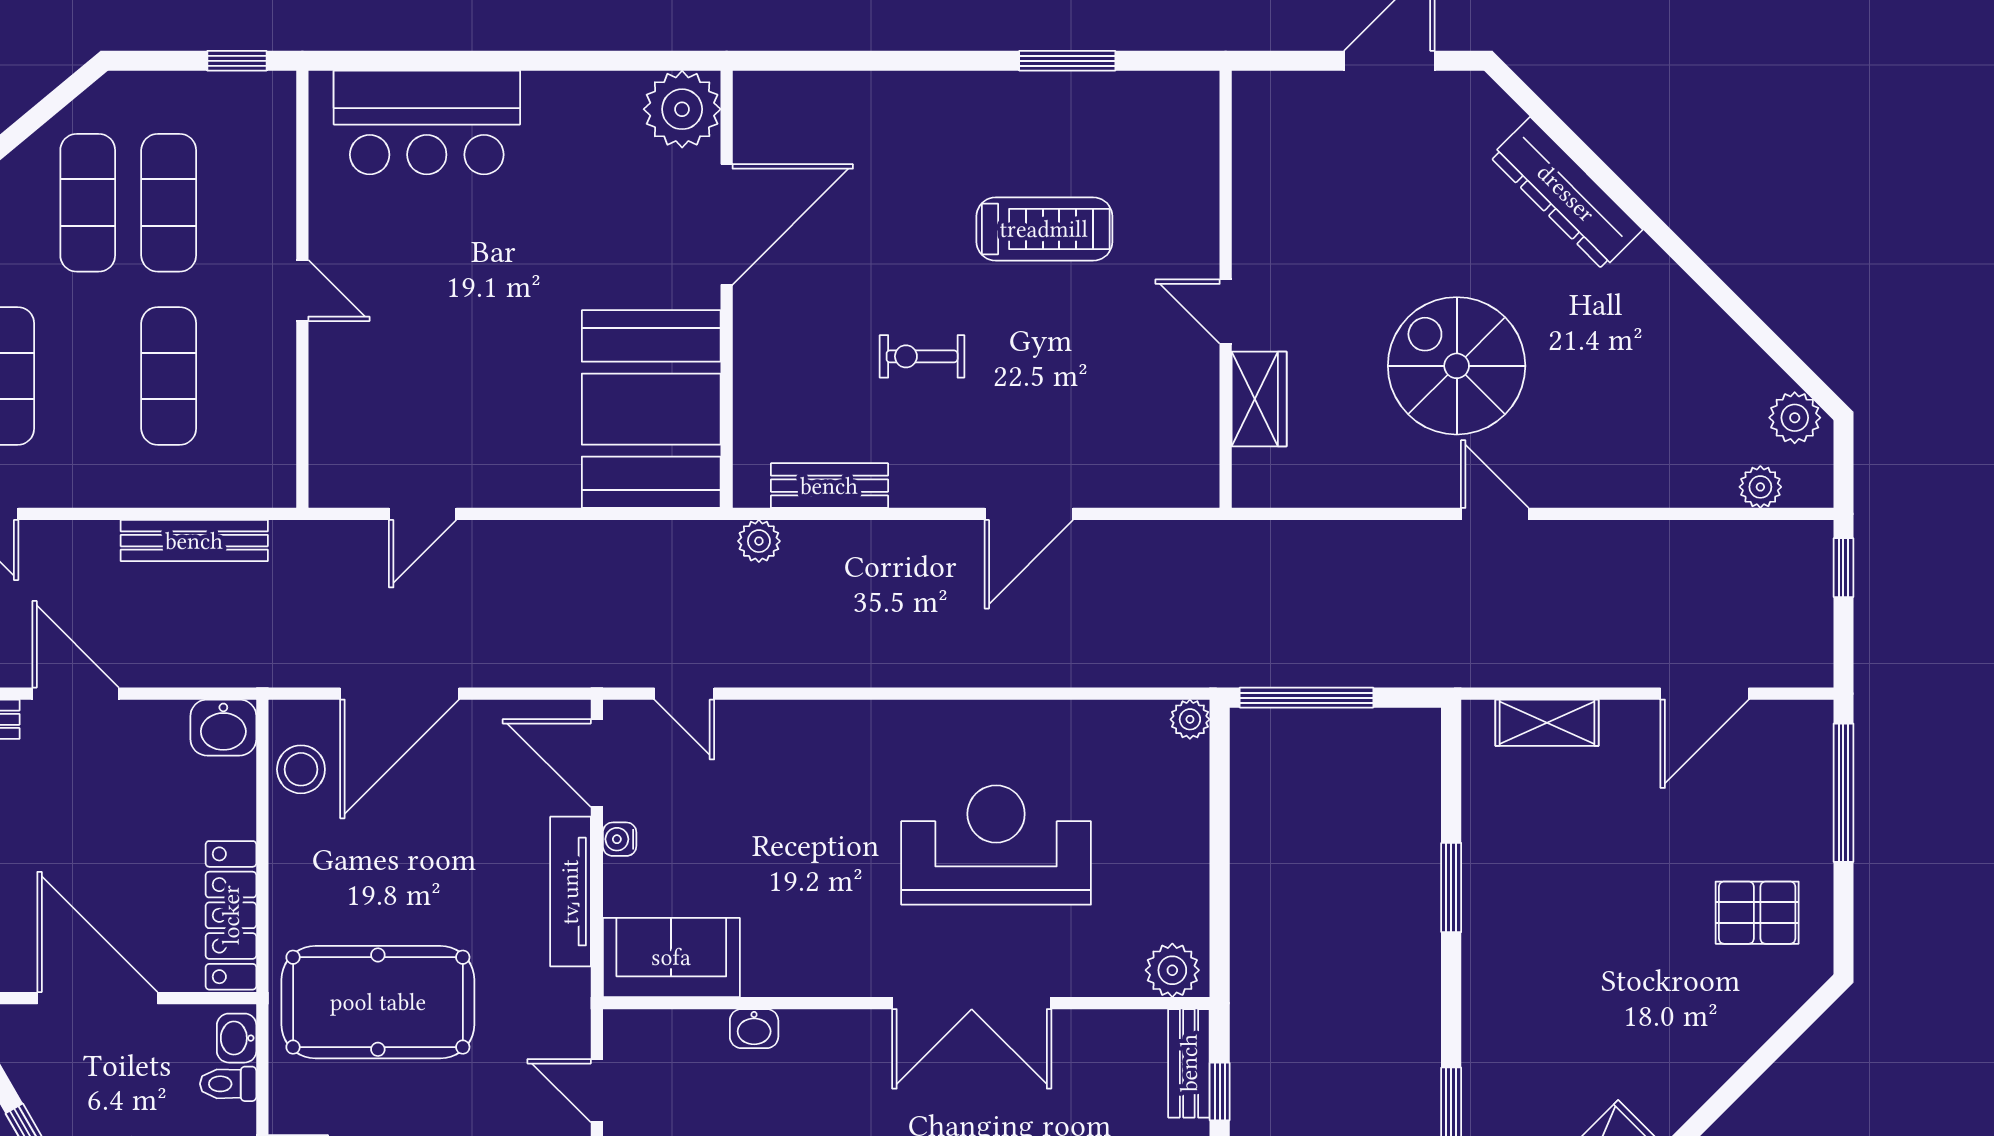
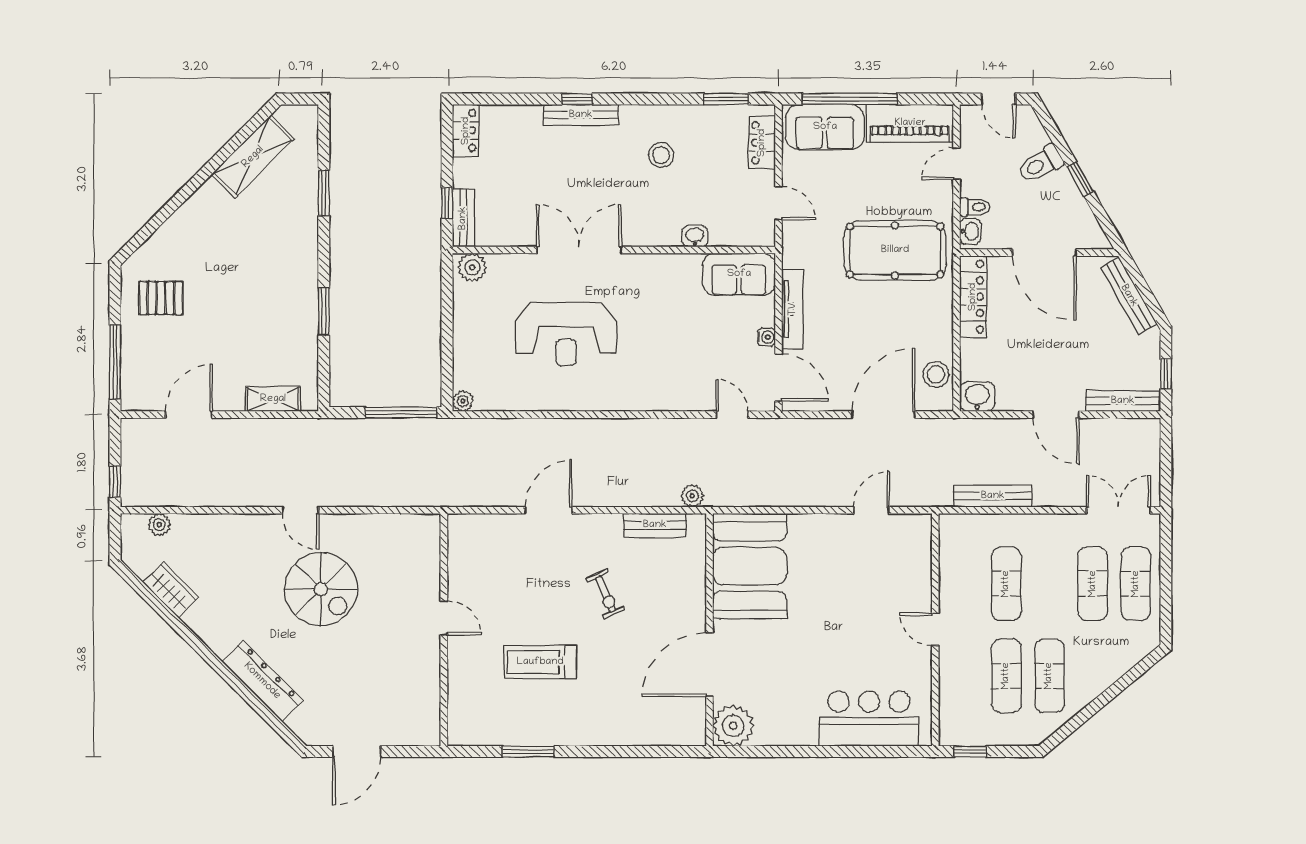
exercise bike: (922, 356) -> (605, 594), turned 66
wardrobe: (1259, 399) -> (171, 590), moved, turned 135
plant: (1795, 418) -> (141, 561), removed

